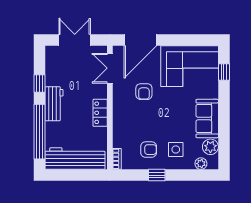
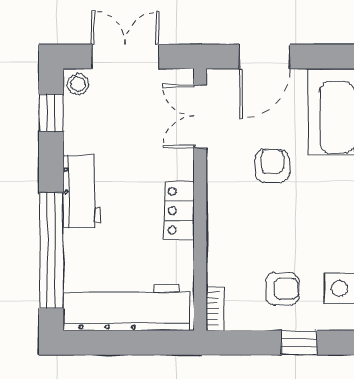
door: (140, 40) -> (265, 57), width x0.73
stool: (52, 53) -> (78, 84), added
window: (40, 83) -> (51, 113), moved
armchair: (144, 92) -> (272, 166), turned 180

